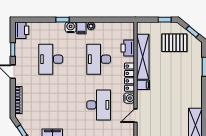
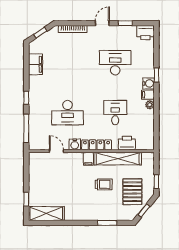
desk: (99, 59) -> (115, 113), width x0.73
trolley: (167, 70) -> (104, 184), added

